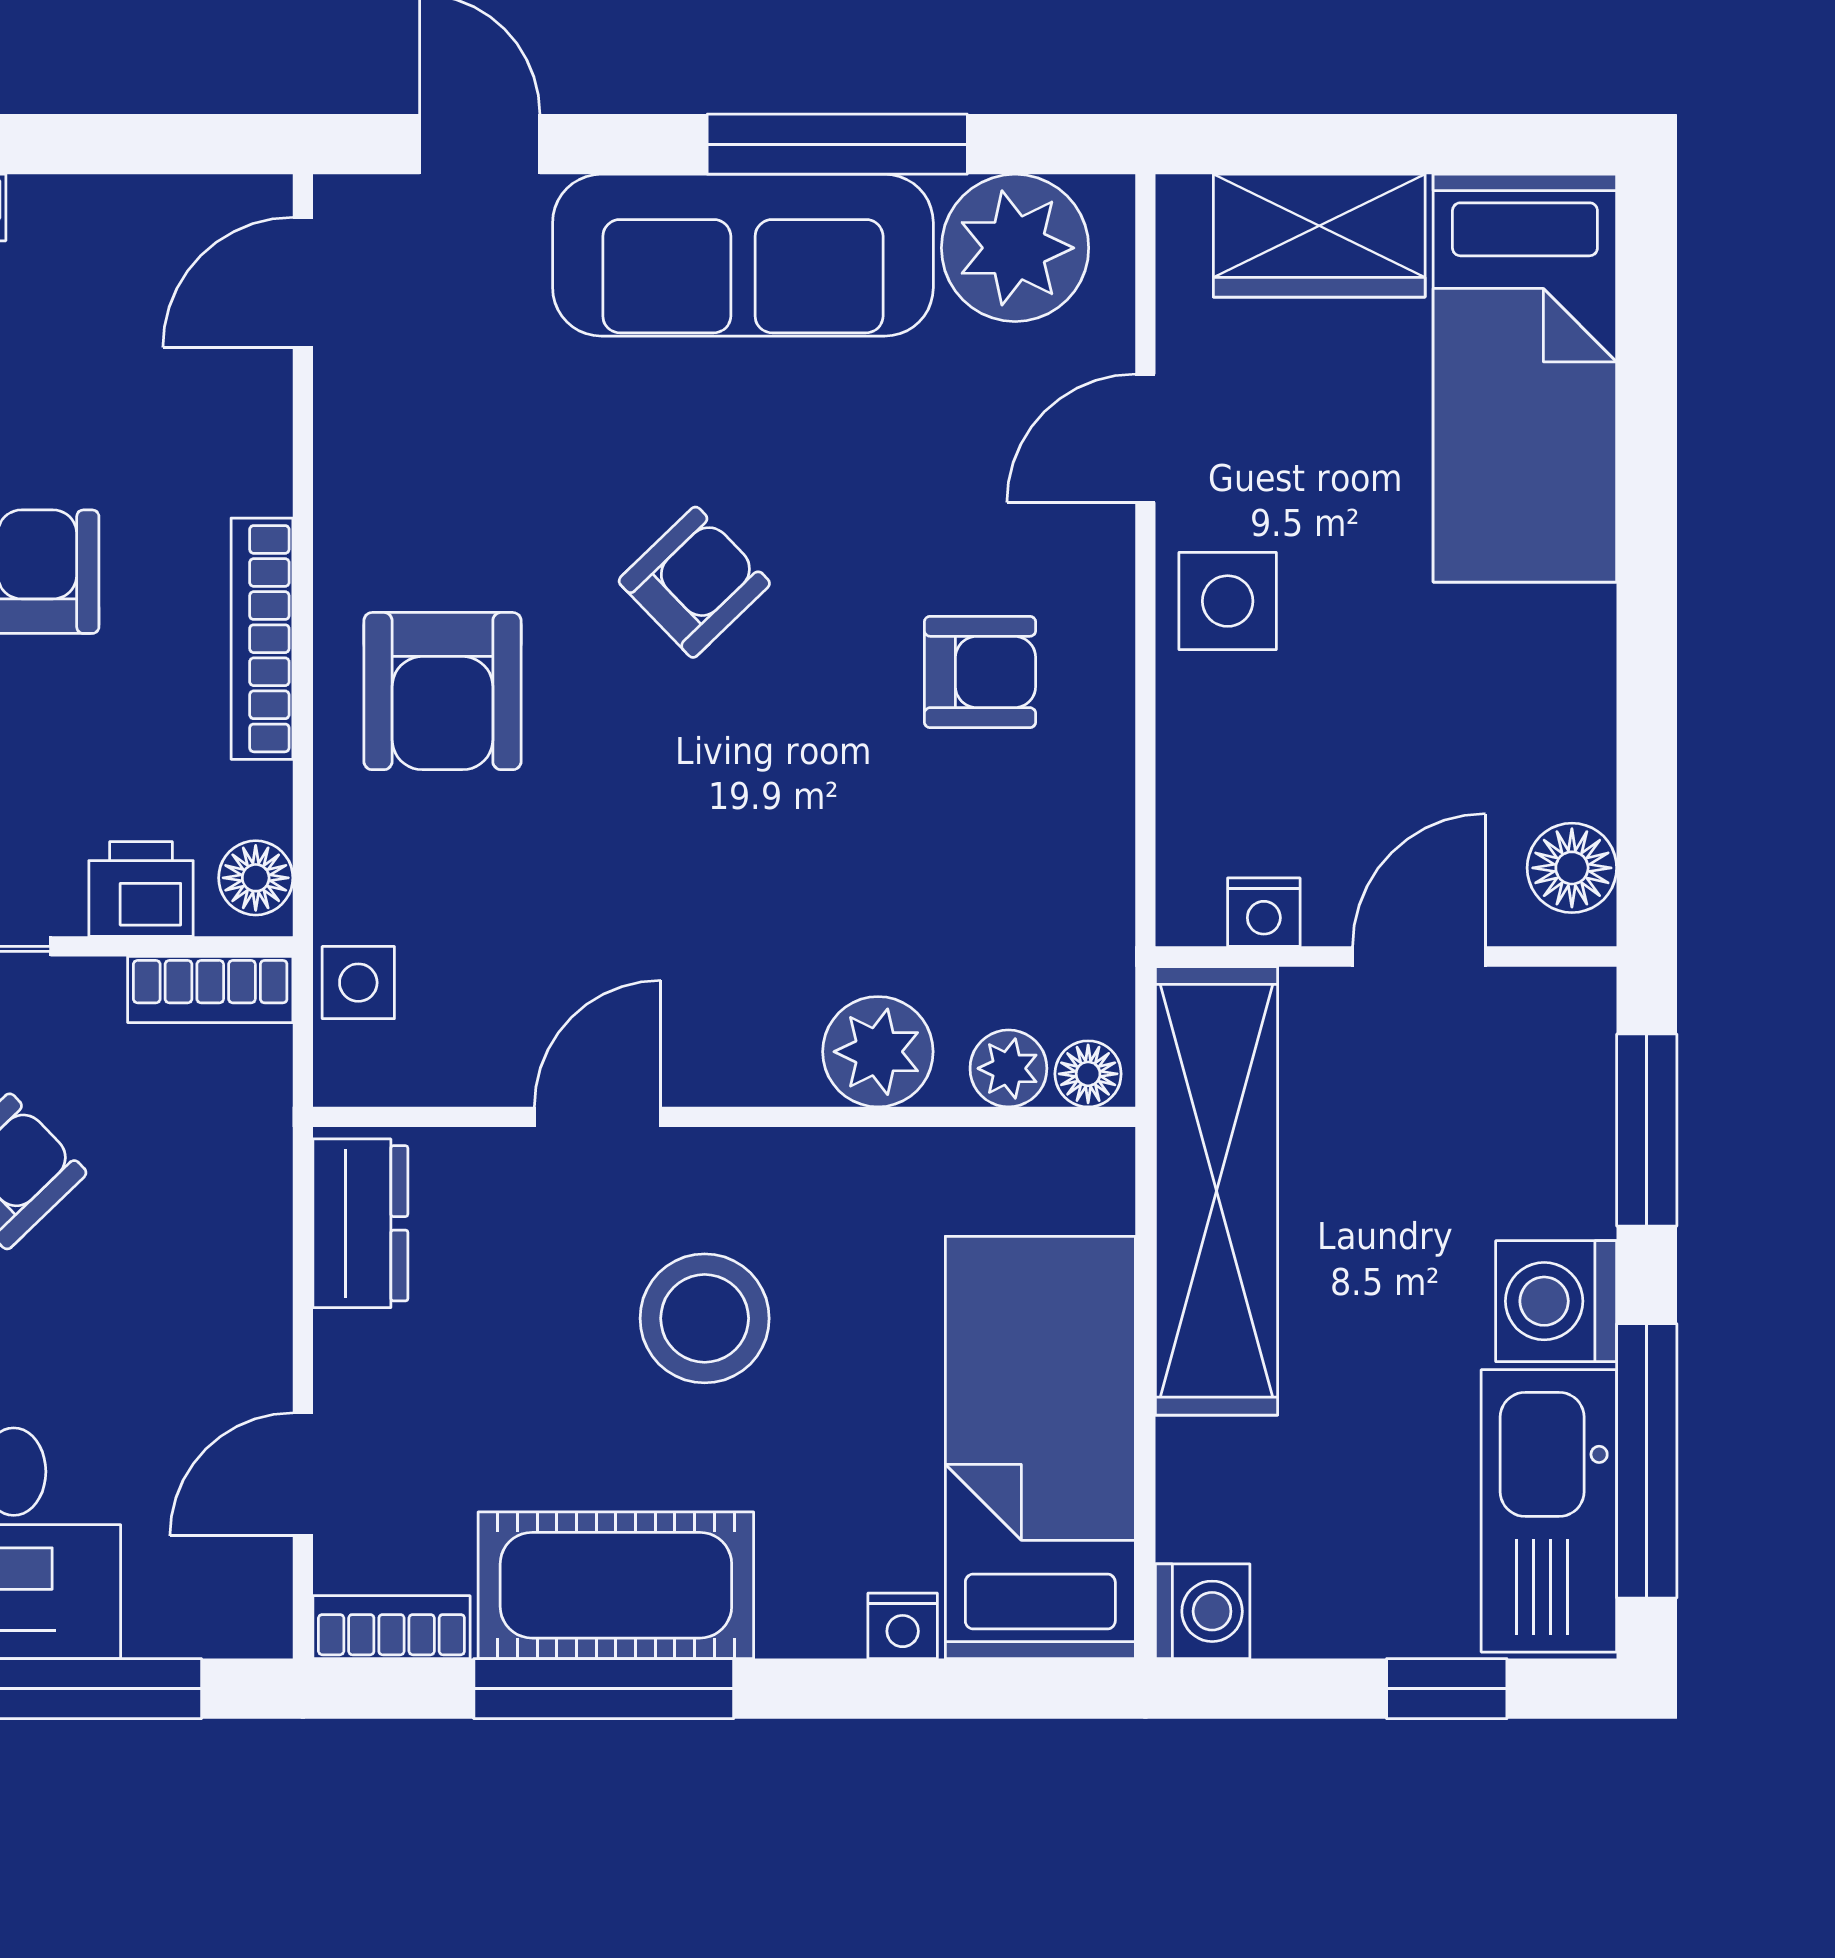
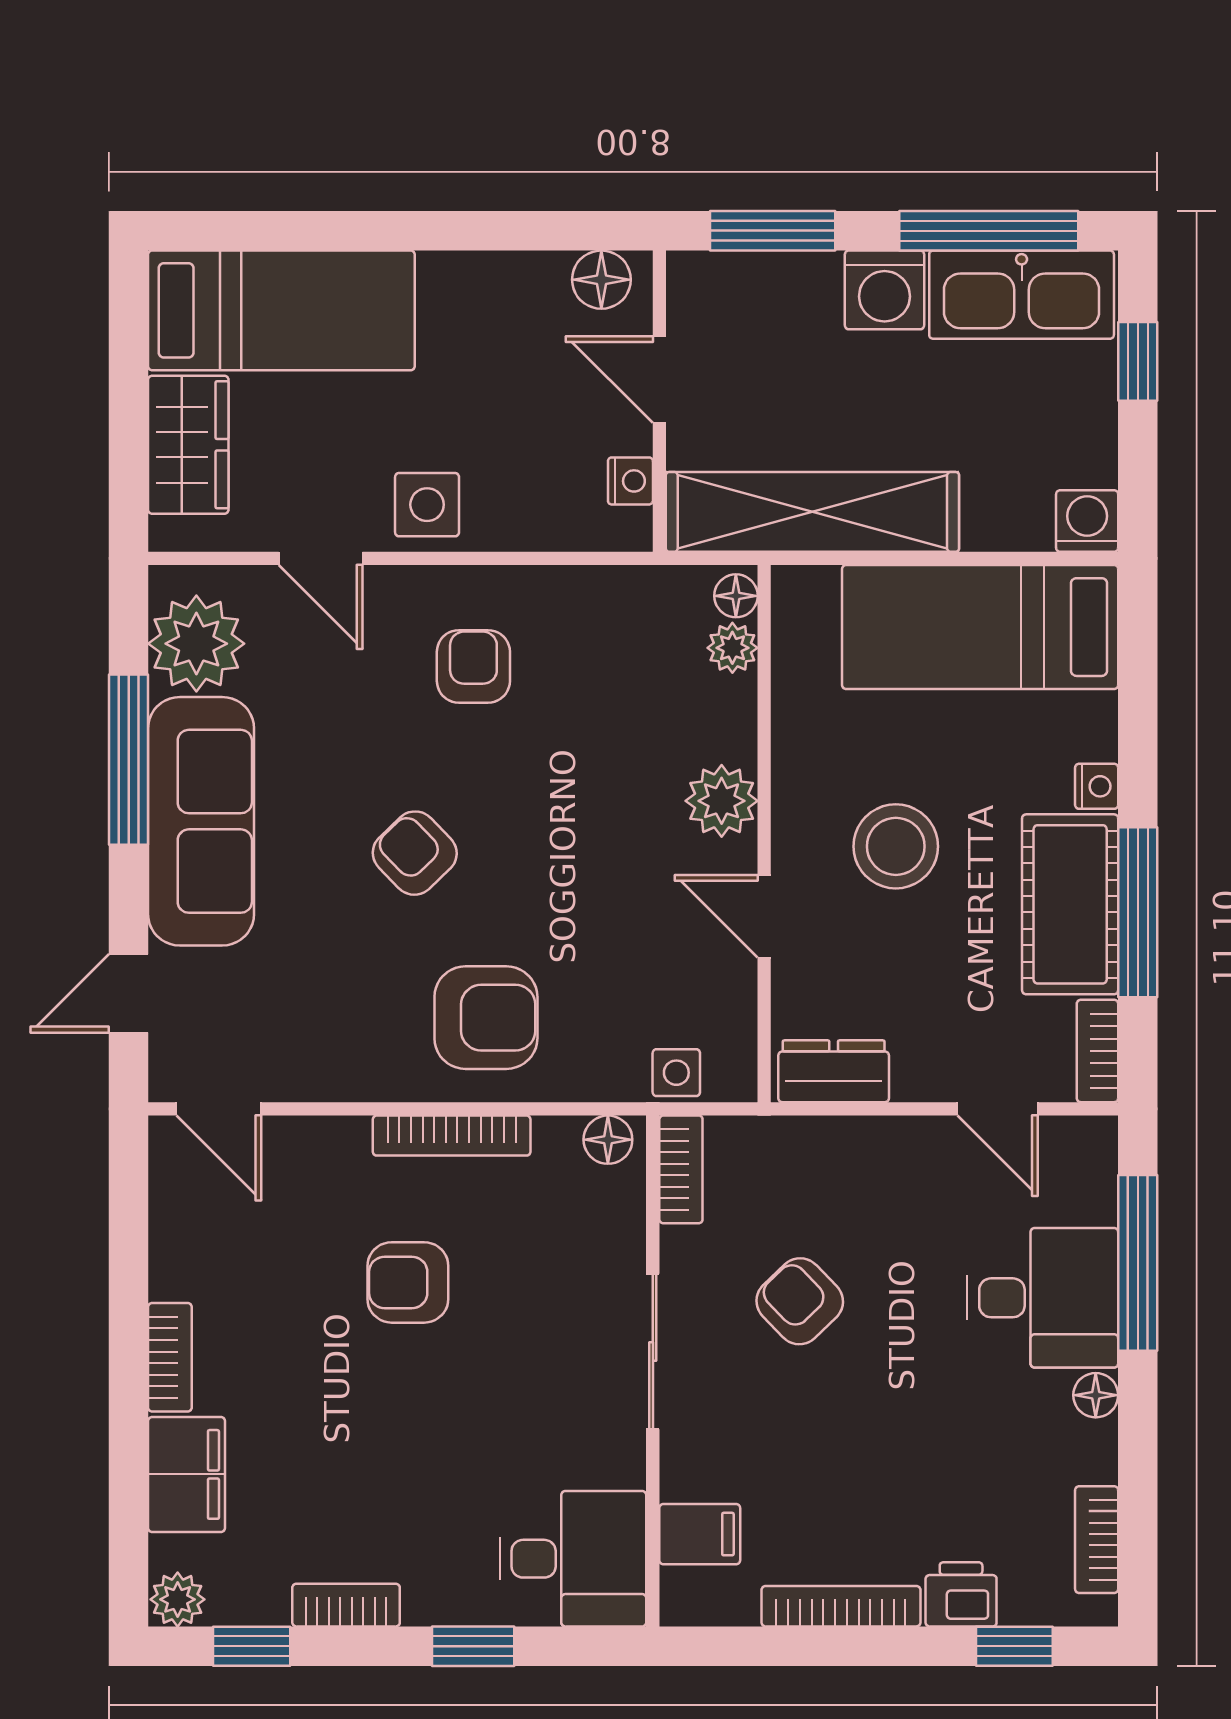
printer: (141, 889) -> (615, 1215), removed
plant: (878, 1052) -> (722, 801), moved
nightstand: (903, 1626) -> (1097, 786), moved

